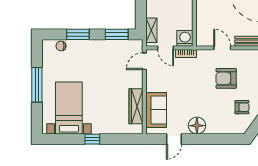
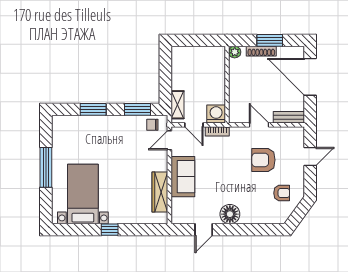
chair: (61, 46) -> (152, 125), moved
sofa: (156, 110) -> (183, 177), moved

